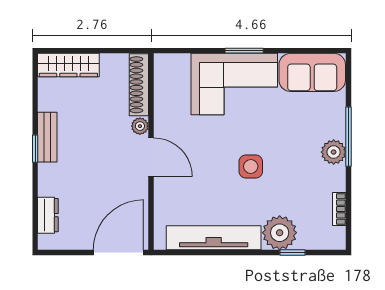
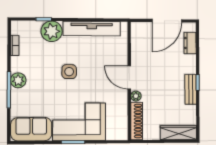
door: (118, 252) -> (167, 21), moved

